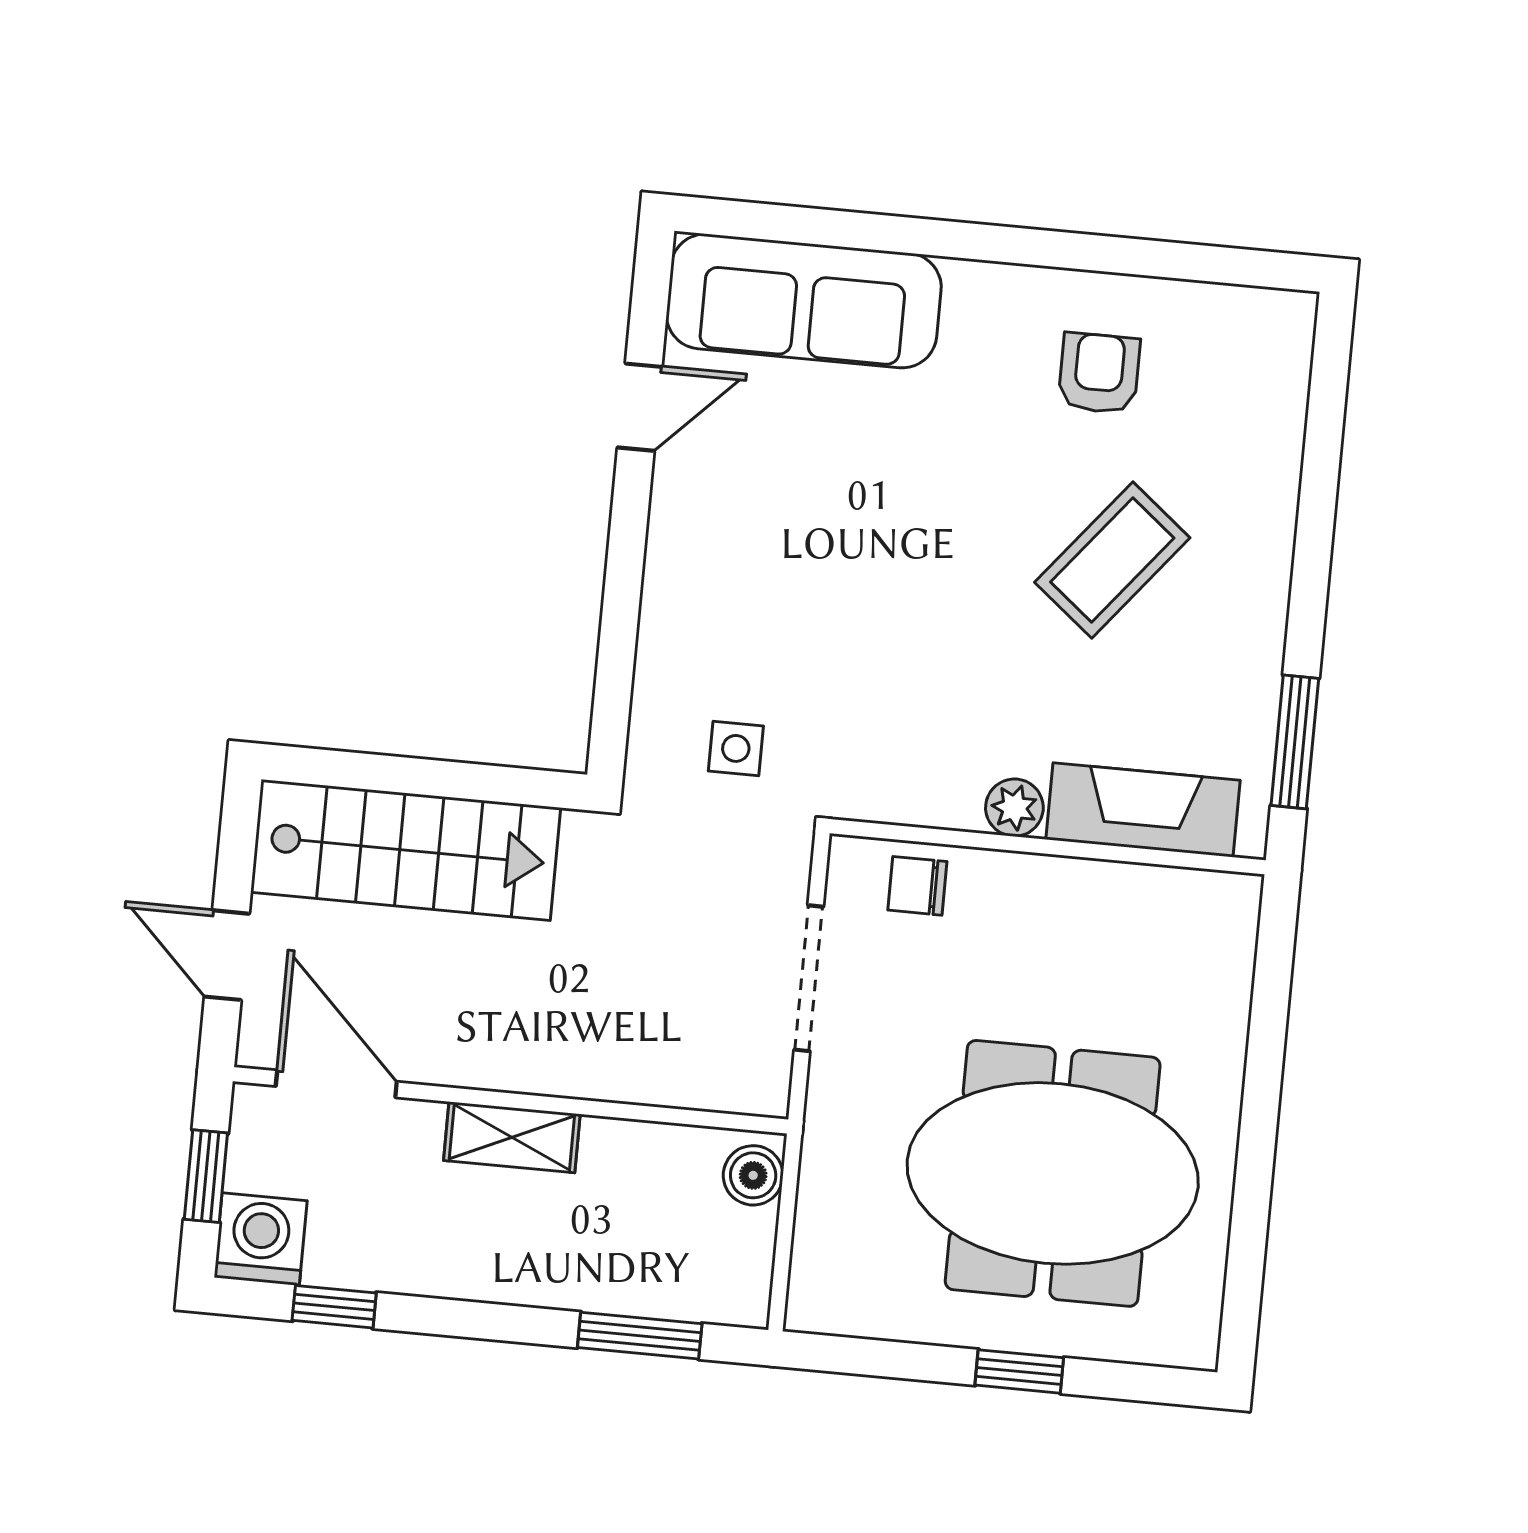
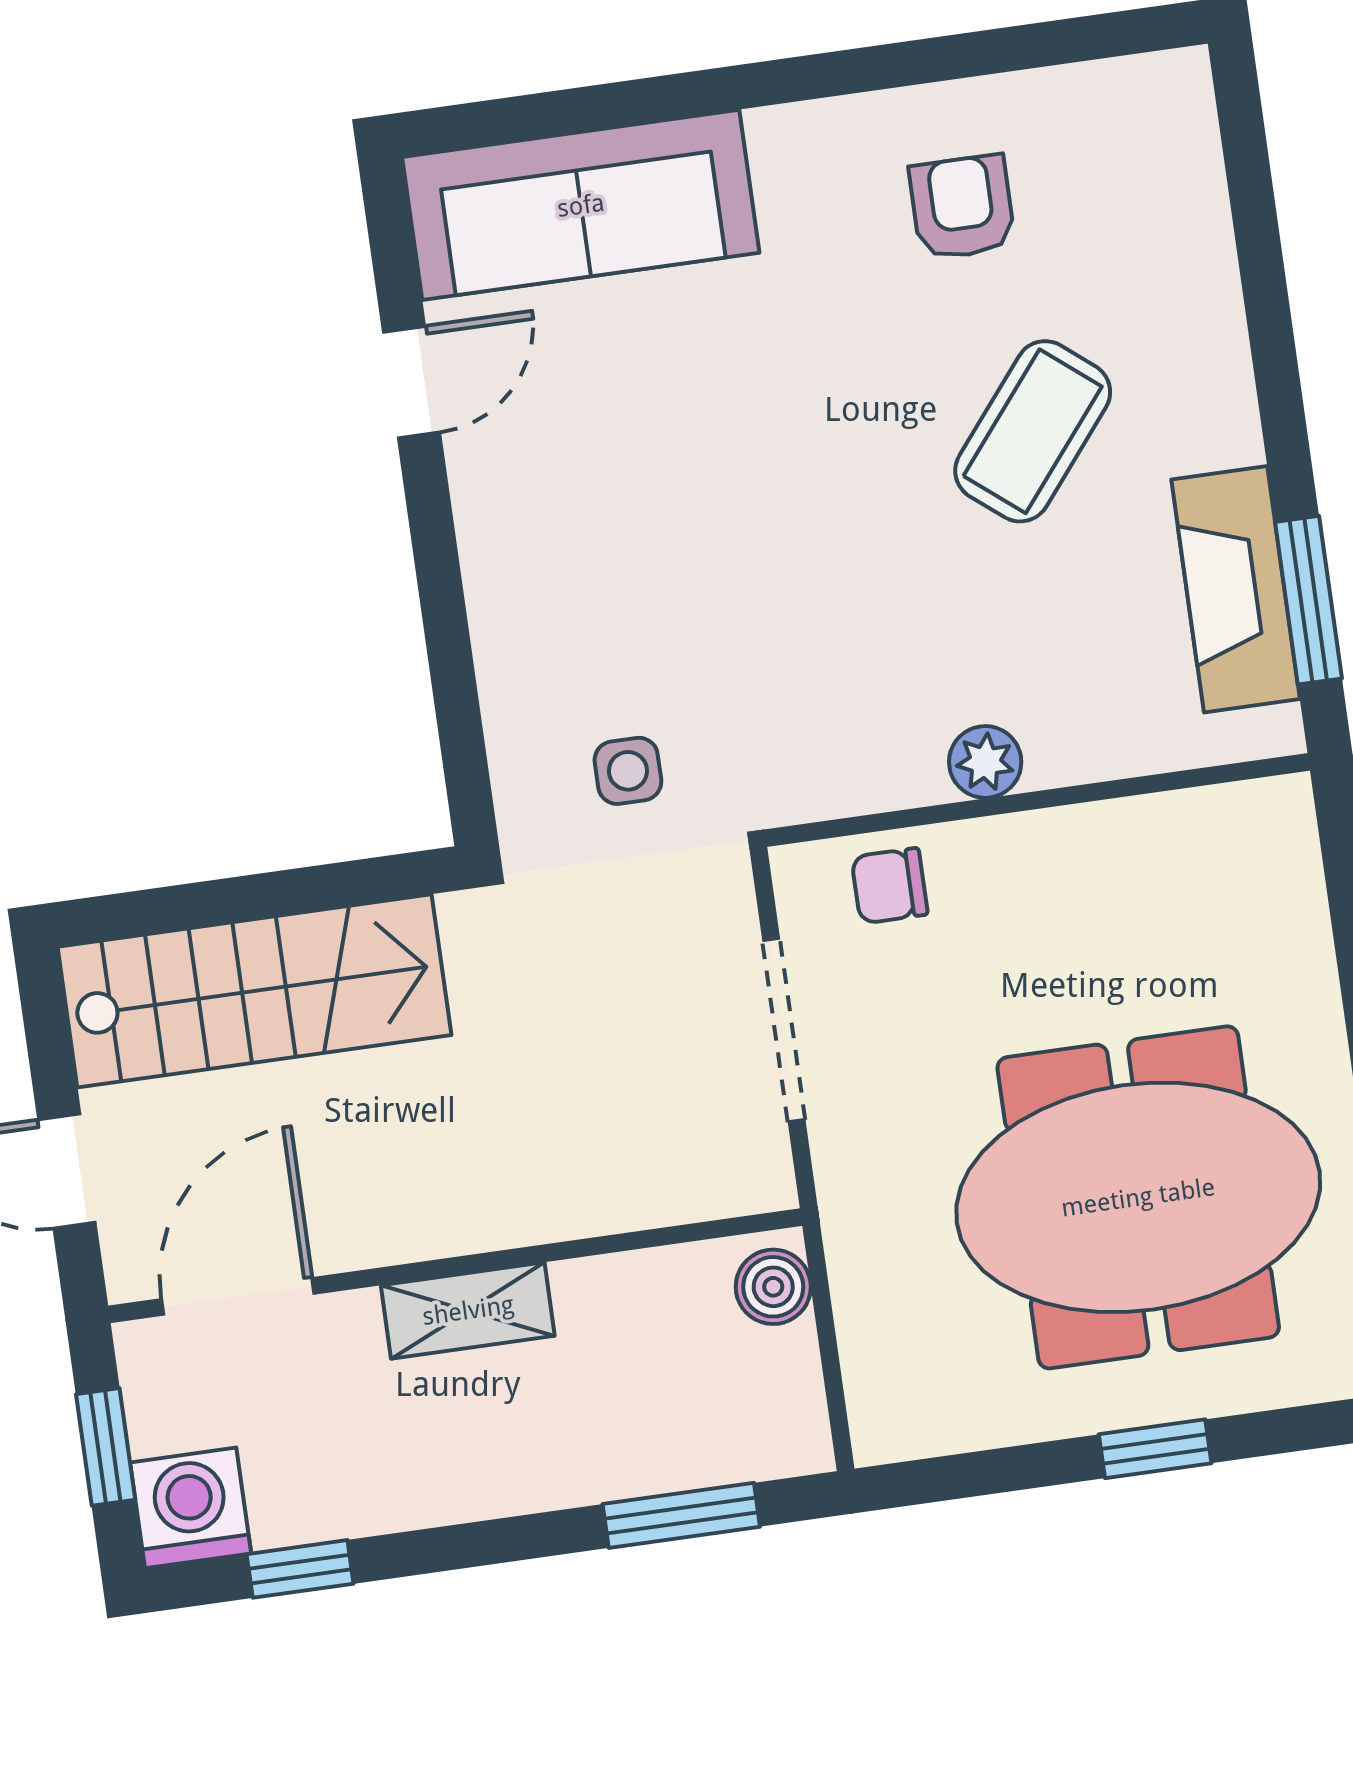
fireplace: (1143, 810) -> (1236, 589), moved, turned -90
door: (336, 1084) -> (238, 1296), hinge flipped

